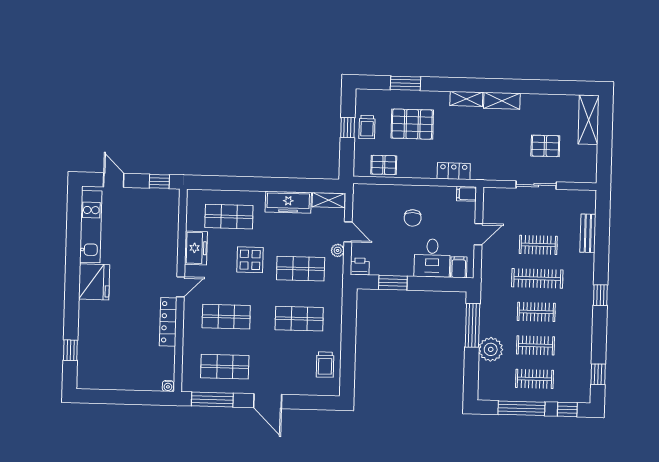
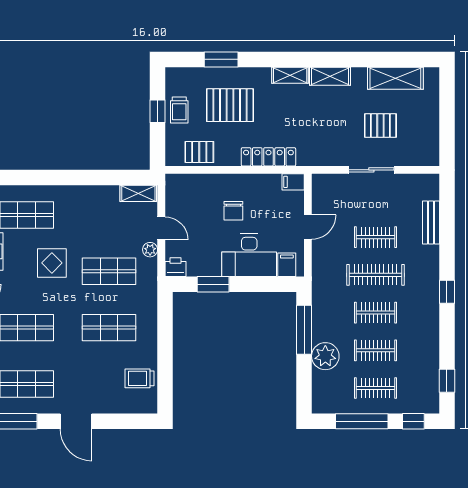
shelving: (589, 120) -> (395, 78), moved, turned 90
locker: (454, 171) -> (268, 157), width x1.53
freezer: (288, 202) -> (93, 197), removed
desk: (432, 258) -> (249, 255), width x1.37
trolley: (325, 365) -> (139, 378), turned 90

